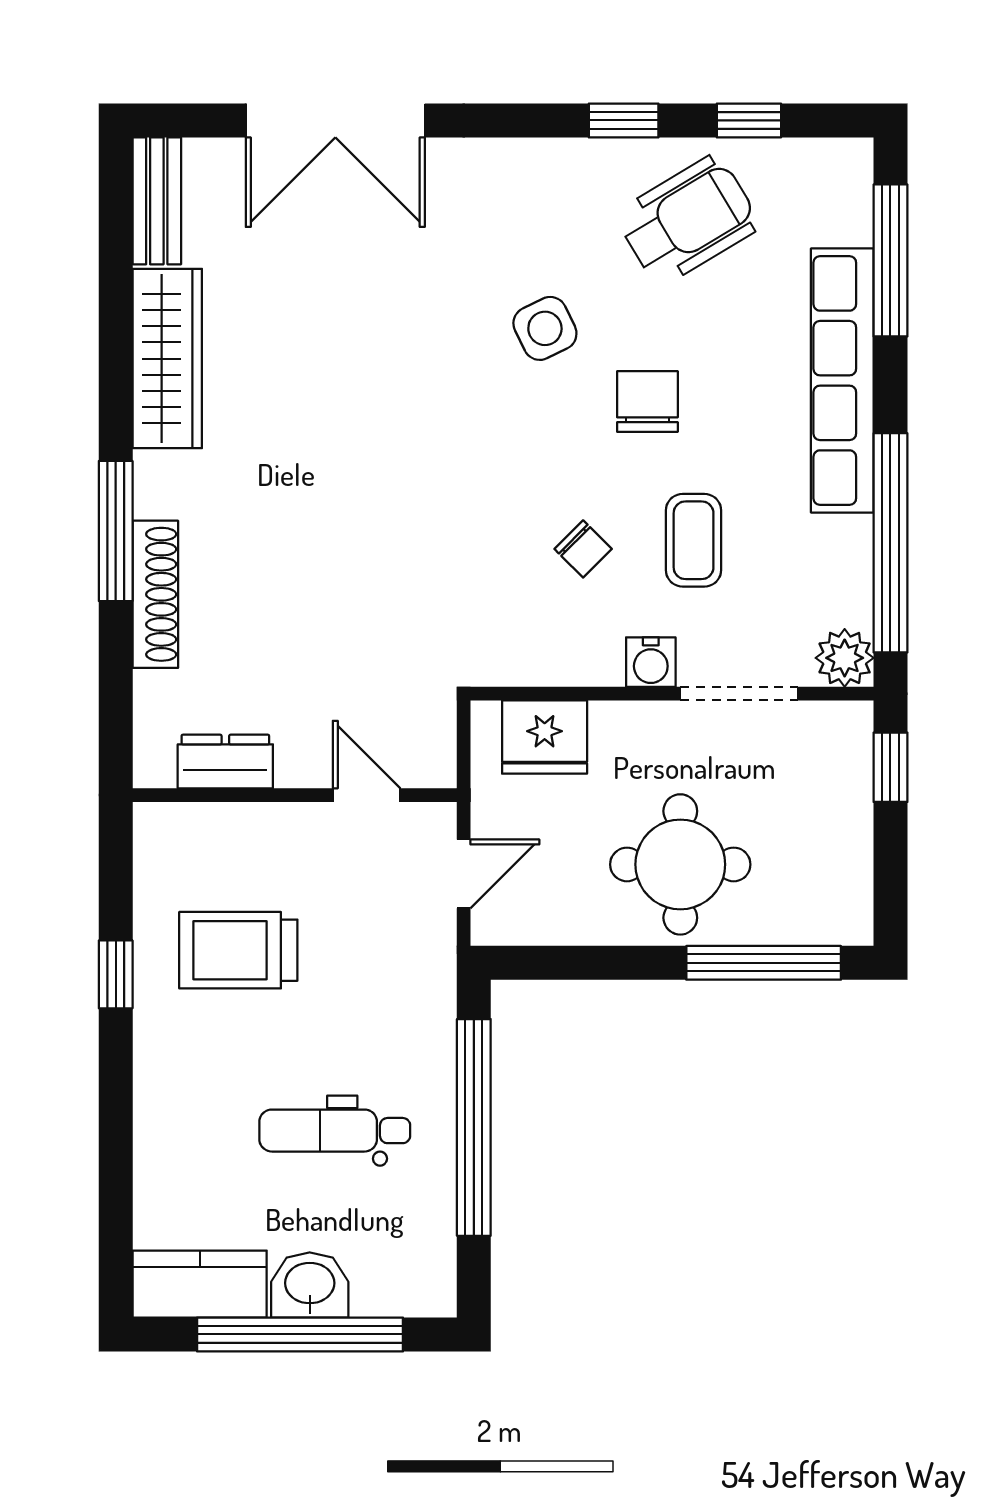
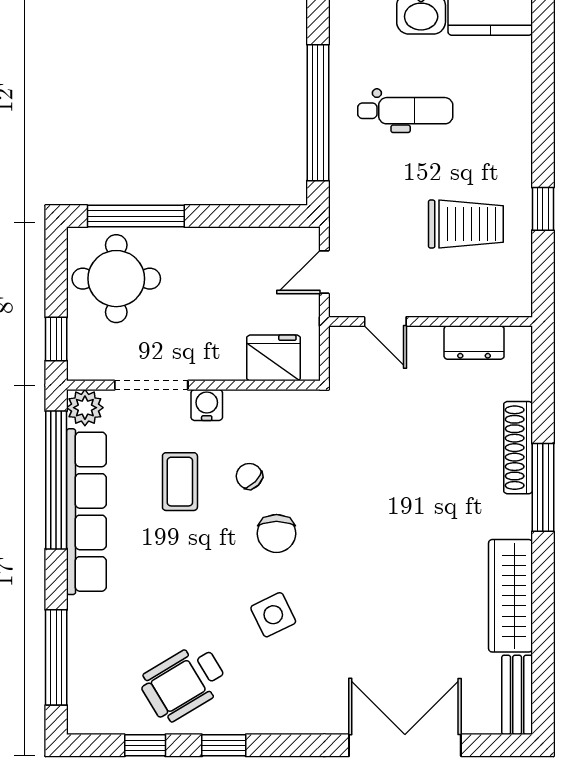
row of seats: (842, 380) -> (86, 512), moved
chair: (647, 401) -> (276, 534), moved
round table: (680, 864) -> (116, 279), moved

